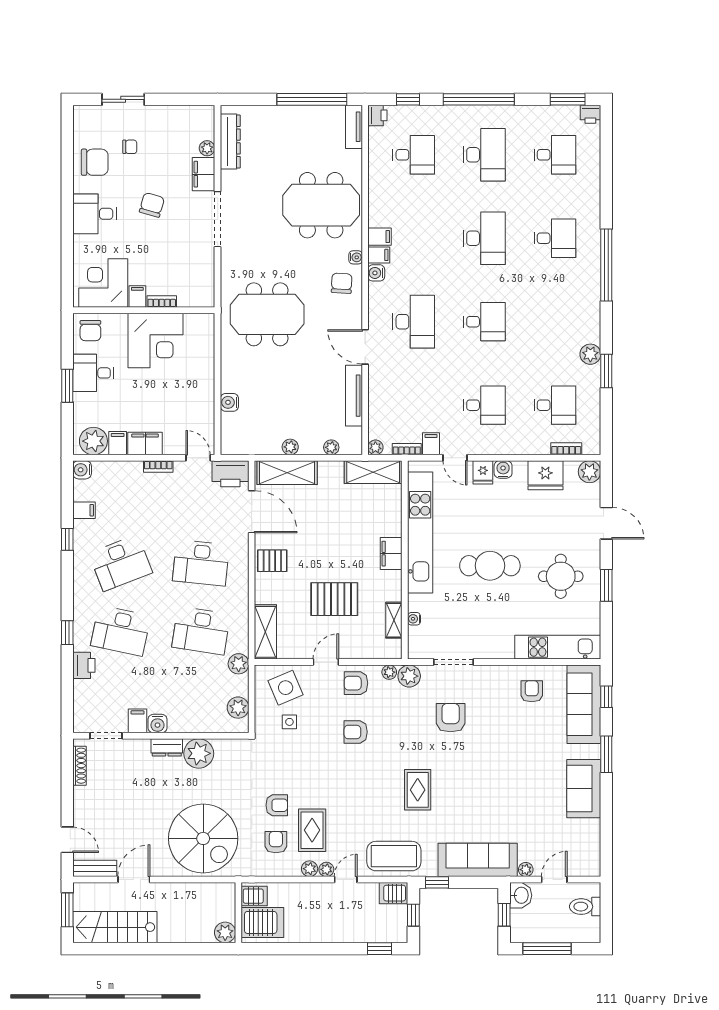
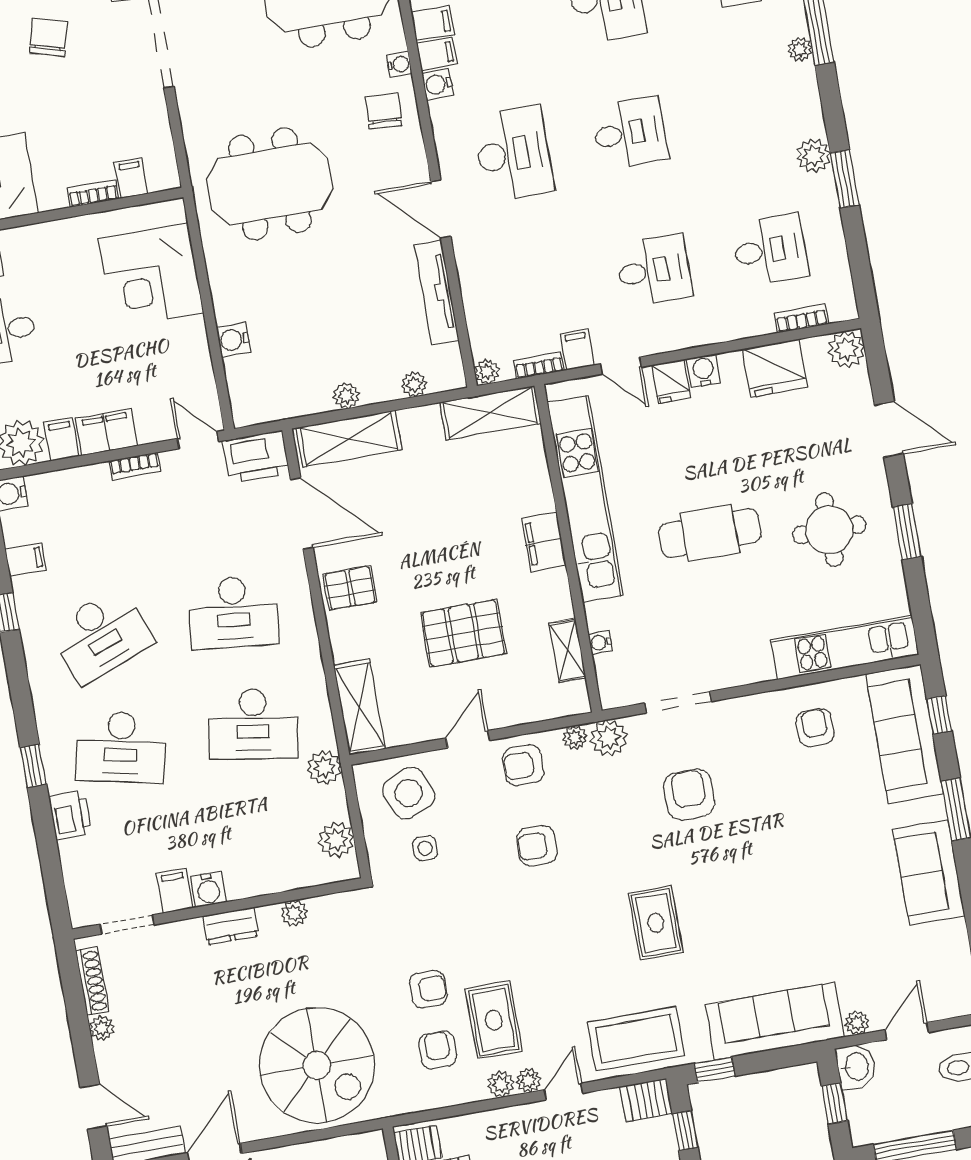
plant: (593, 290) -> (800, 49), added
filing cabinet: (137, 297) -> (131, 178), moved
corner desk: (155, 340) -> (151, 276), moved, turned 90
plant: (199, 753) -> (294, 913), width x0.53, depth x0.53
plant: (80, 794) -> (102, 1028), added

